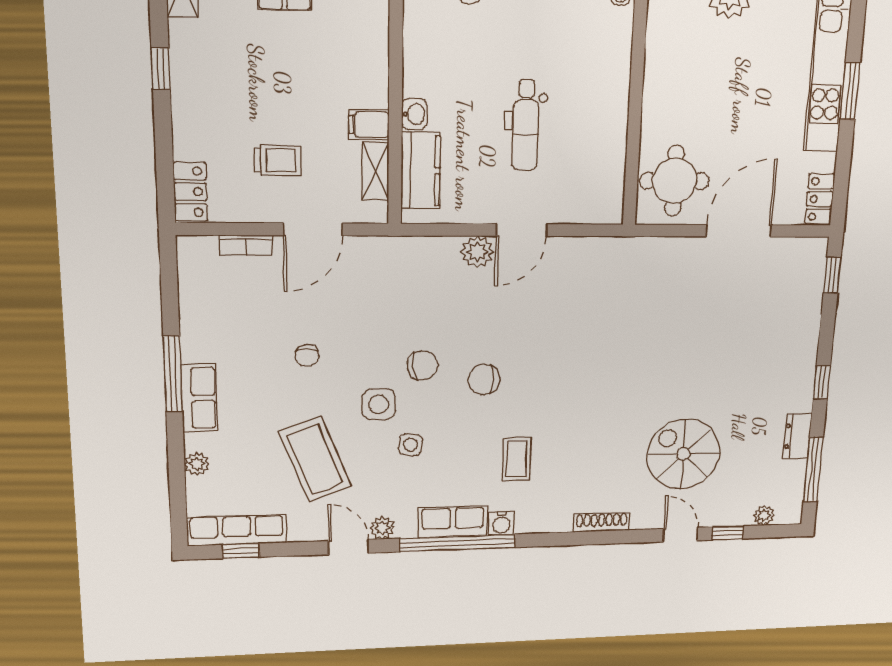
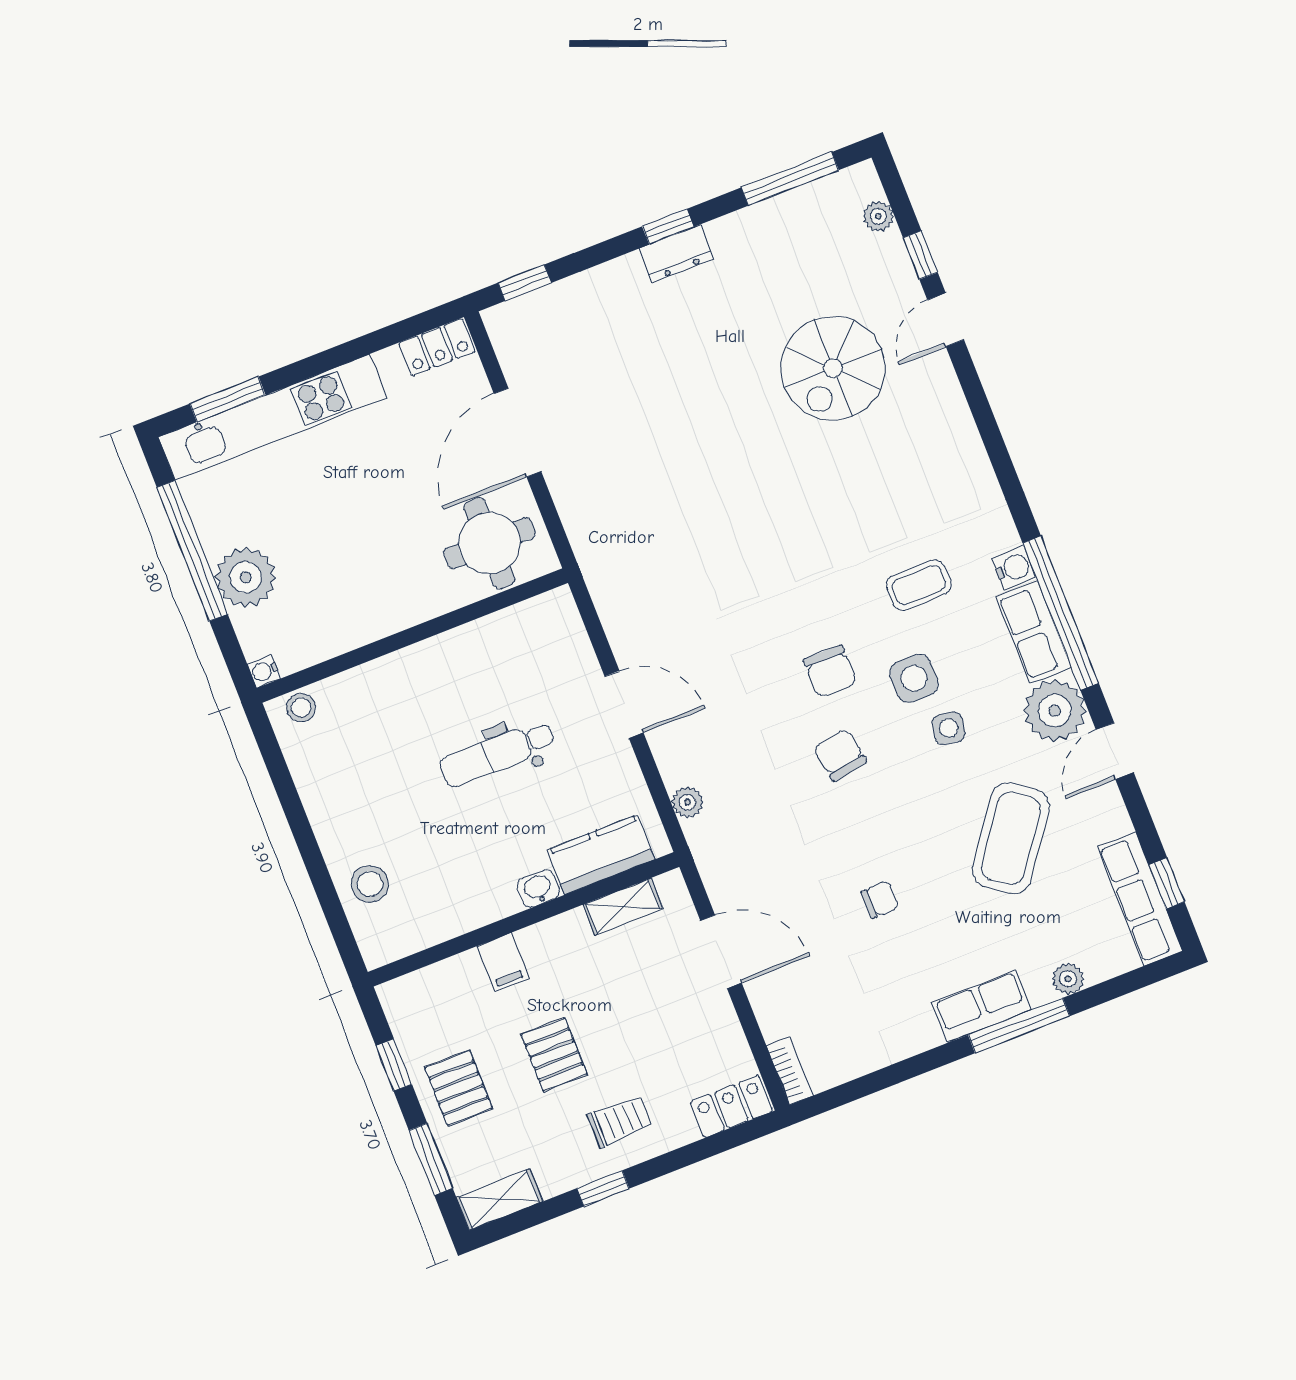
pallet: (282, 74) -> (554, 1054), added
window: (850, 91) -> (228, 399), moved
filing cabinet: (369, 125) -> (503, 962), moved
dental chair: (526, 125) -> (497, 754), turned 180
trolley: (278, 160) -> (620, 1121), moved, turned 90
door: (739, 231) -> (518, 433), hinge flipped
bookcase: (246, 245) -> (790, 1071), moved
plant: (477, 252) -> (687, 802), moved, width x0.73, depth x0.73
window: (173, 374) -> (1019, 1025), moved
side table: (379, 404) -> (914, 678), moved
dresser: (797, 436) -> (677, 254), moved
coffee table: (315, 459) -> (1011, 838), turned -33
shoe rack: (602, 522) -> (966, 435), removed
plant: (382, 528) -> (1055, 711), width x1.88, depth x1.88

